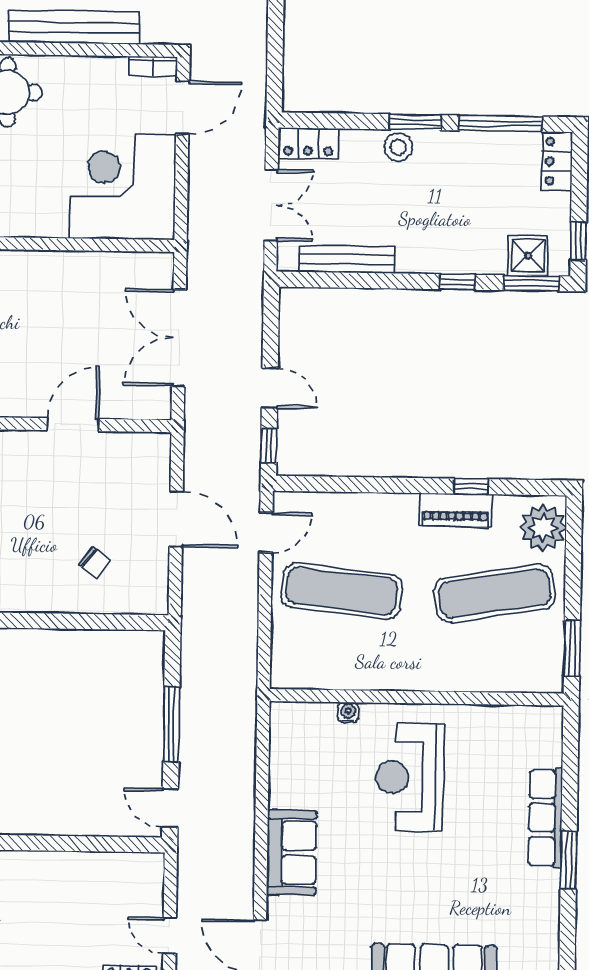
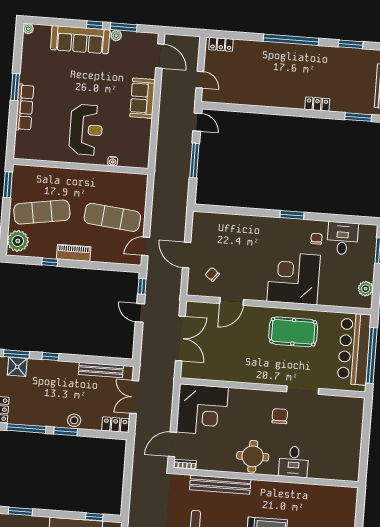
piano: (456, 510) -> (74, 253), moved
chair: (94, 562) -> (212, 274), moved
door: (170, 936) -> (200, 80), moved

